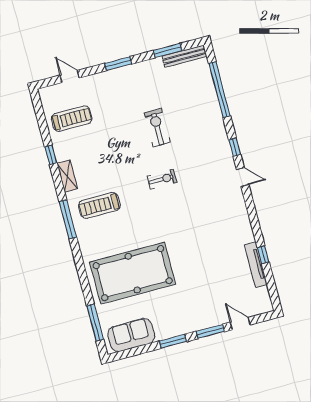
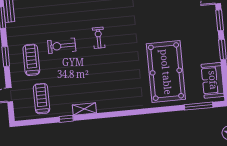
exercise bike: (157, 128) -> (62, 46), moved
treadmill: (99, 205) -> (31, 60), moved, turned 180
window: (68, 219) -> (117, 114), removed

